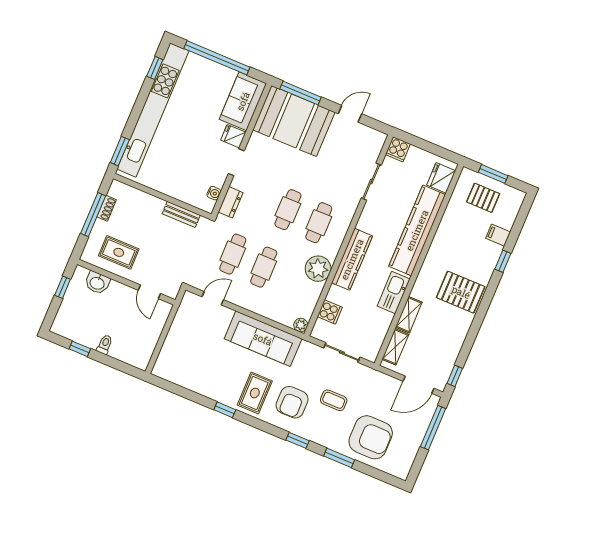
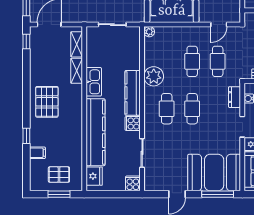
pallet: (461, 292) -> (47, 102), turned 90
cooker: (330, 312) -> (133, 124), moved

